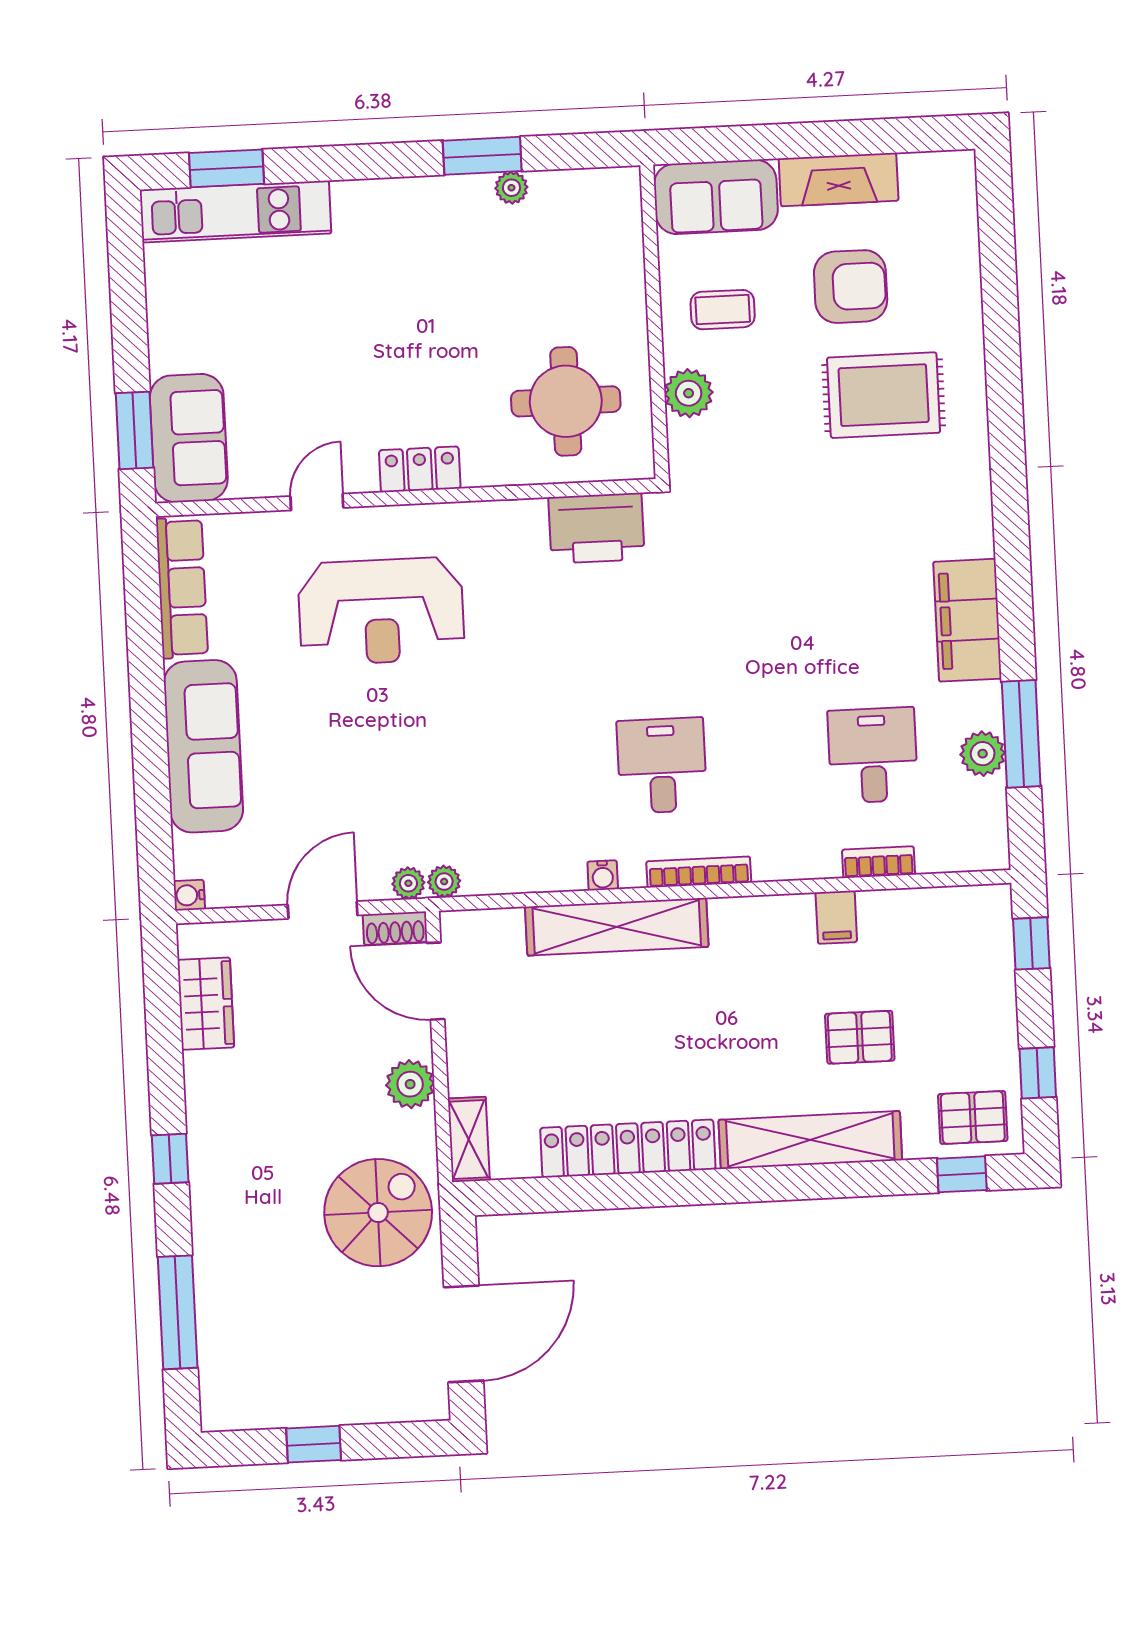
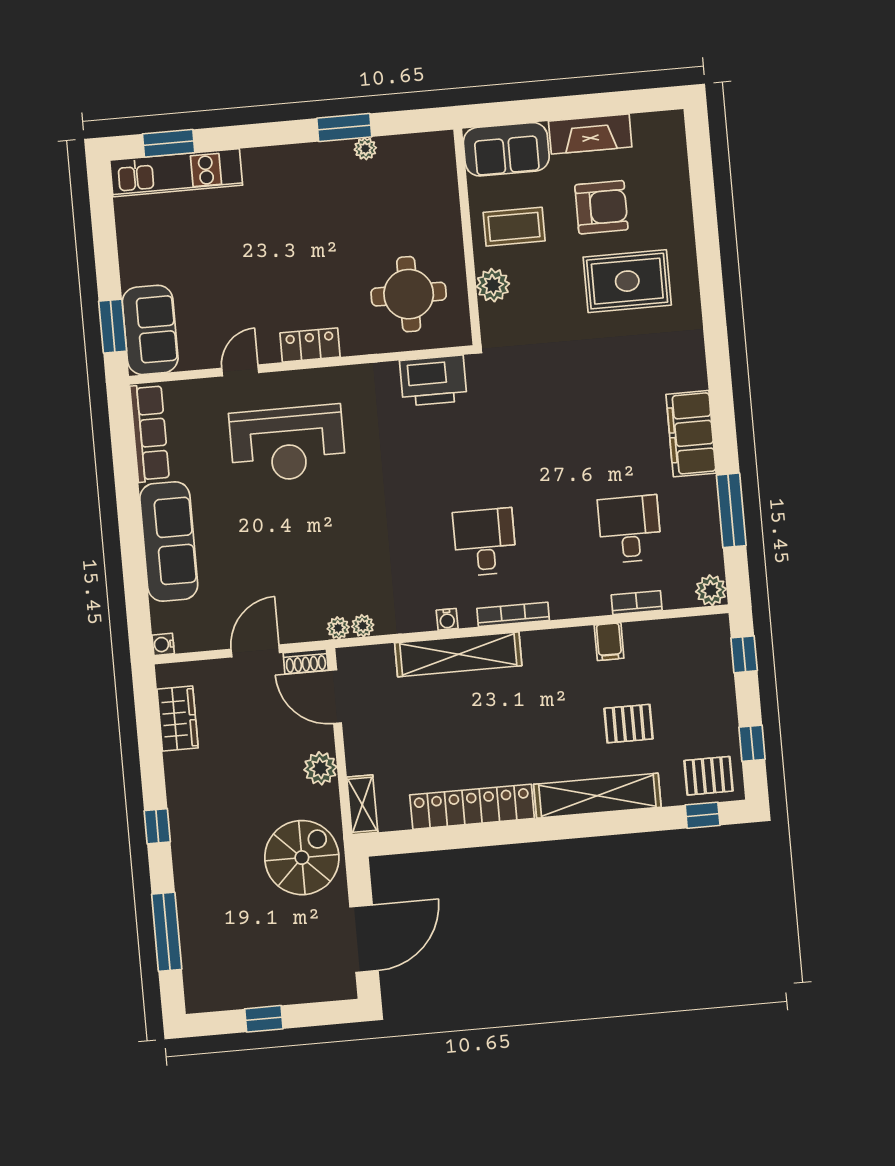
coffee table: (723, 310) -> (514, 227), width x1.36, depth x1.30
plant: (983, 754) -> (711, 590), moved
plant: (408, 883) -> (363, 626), moved

